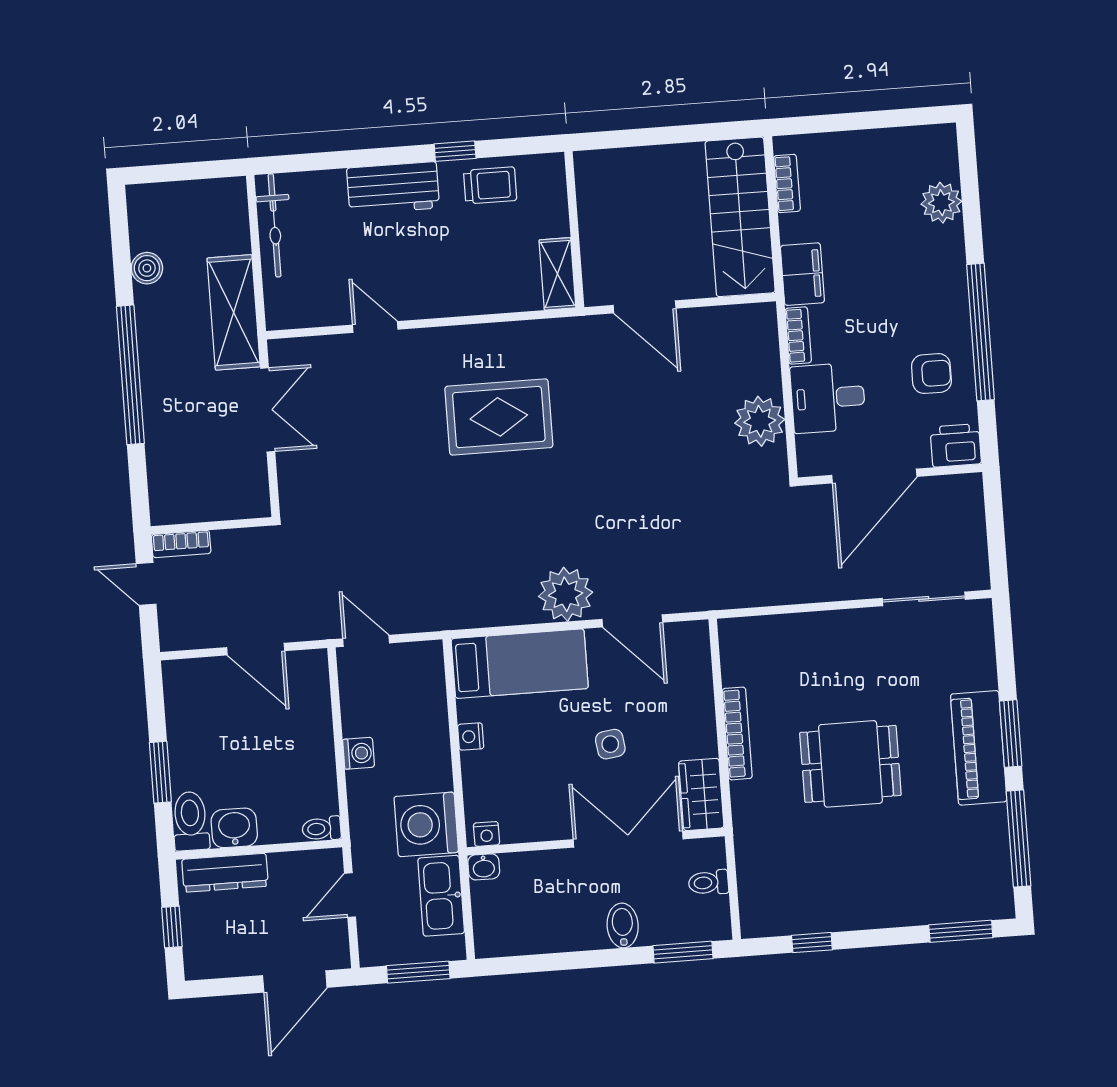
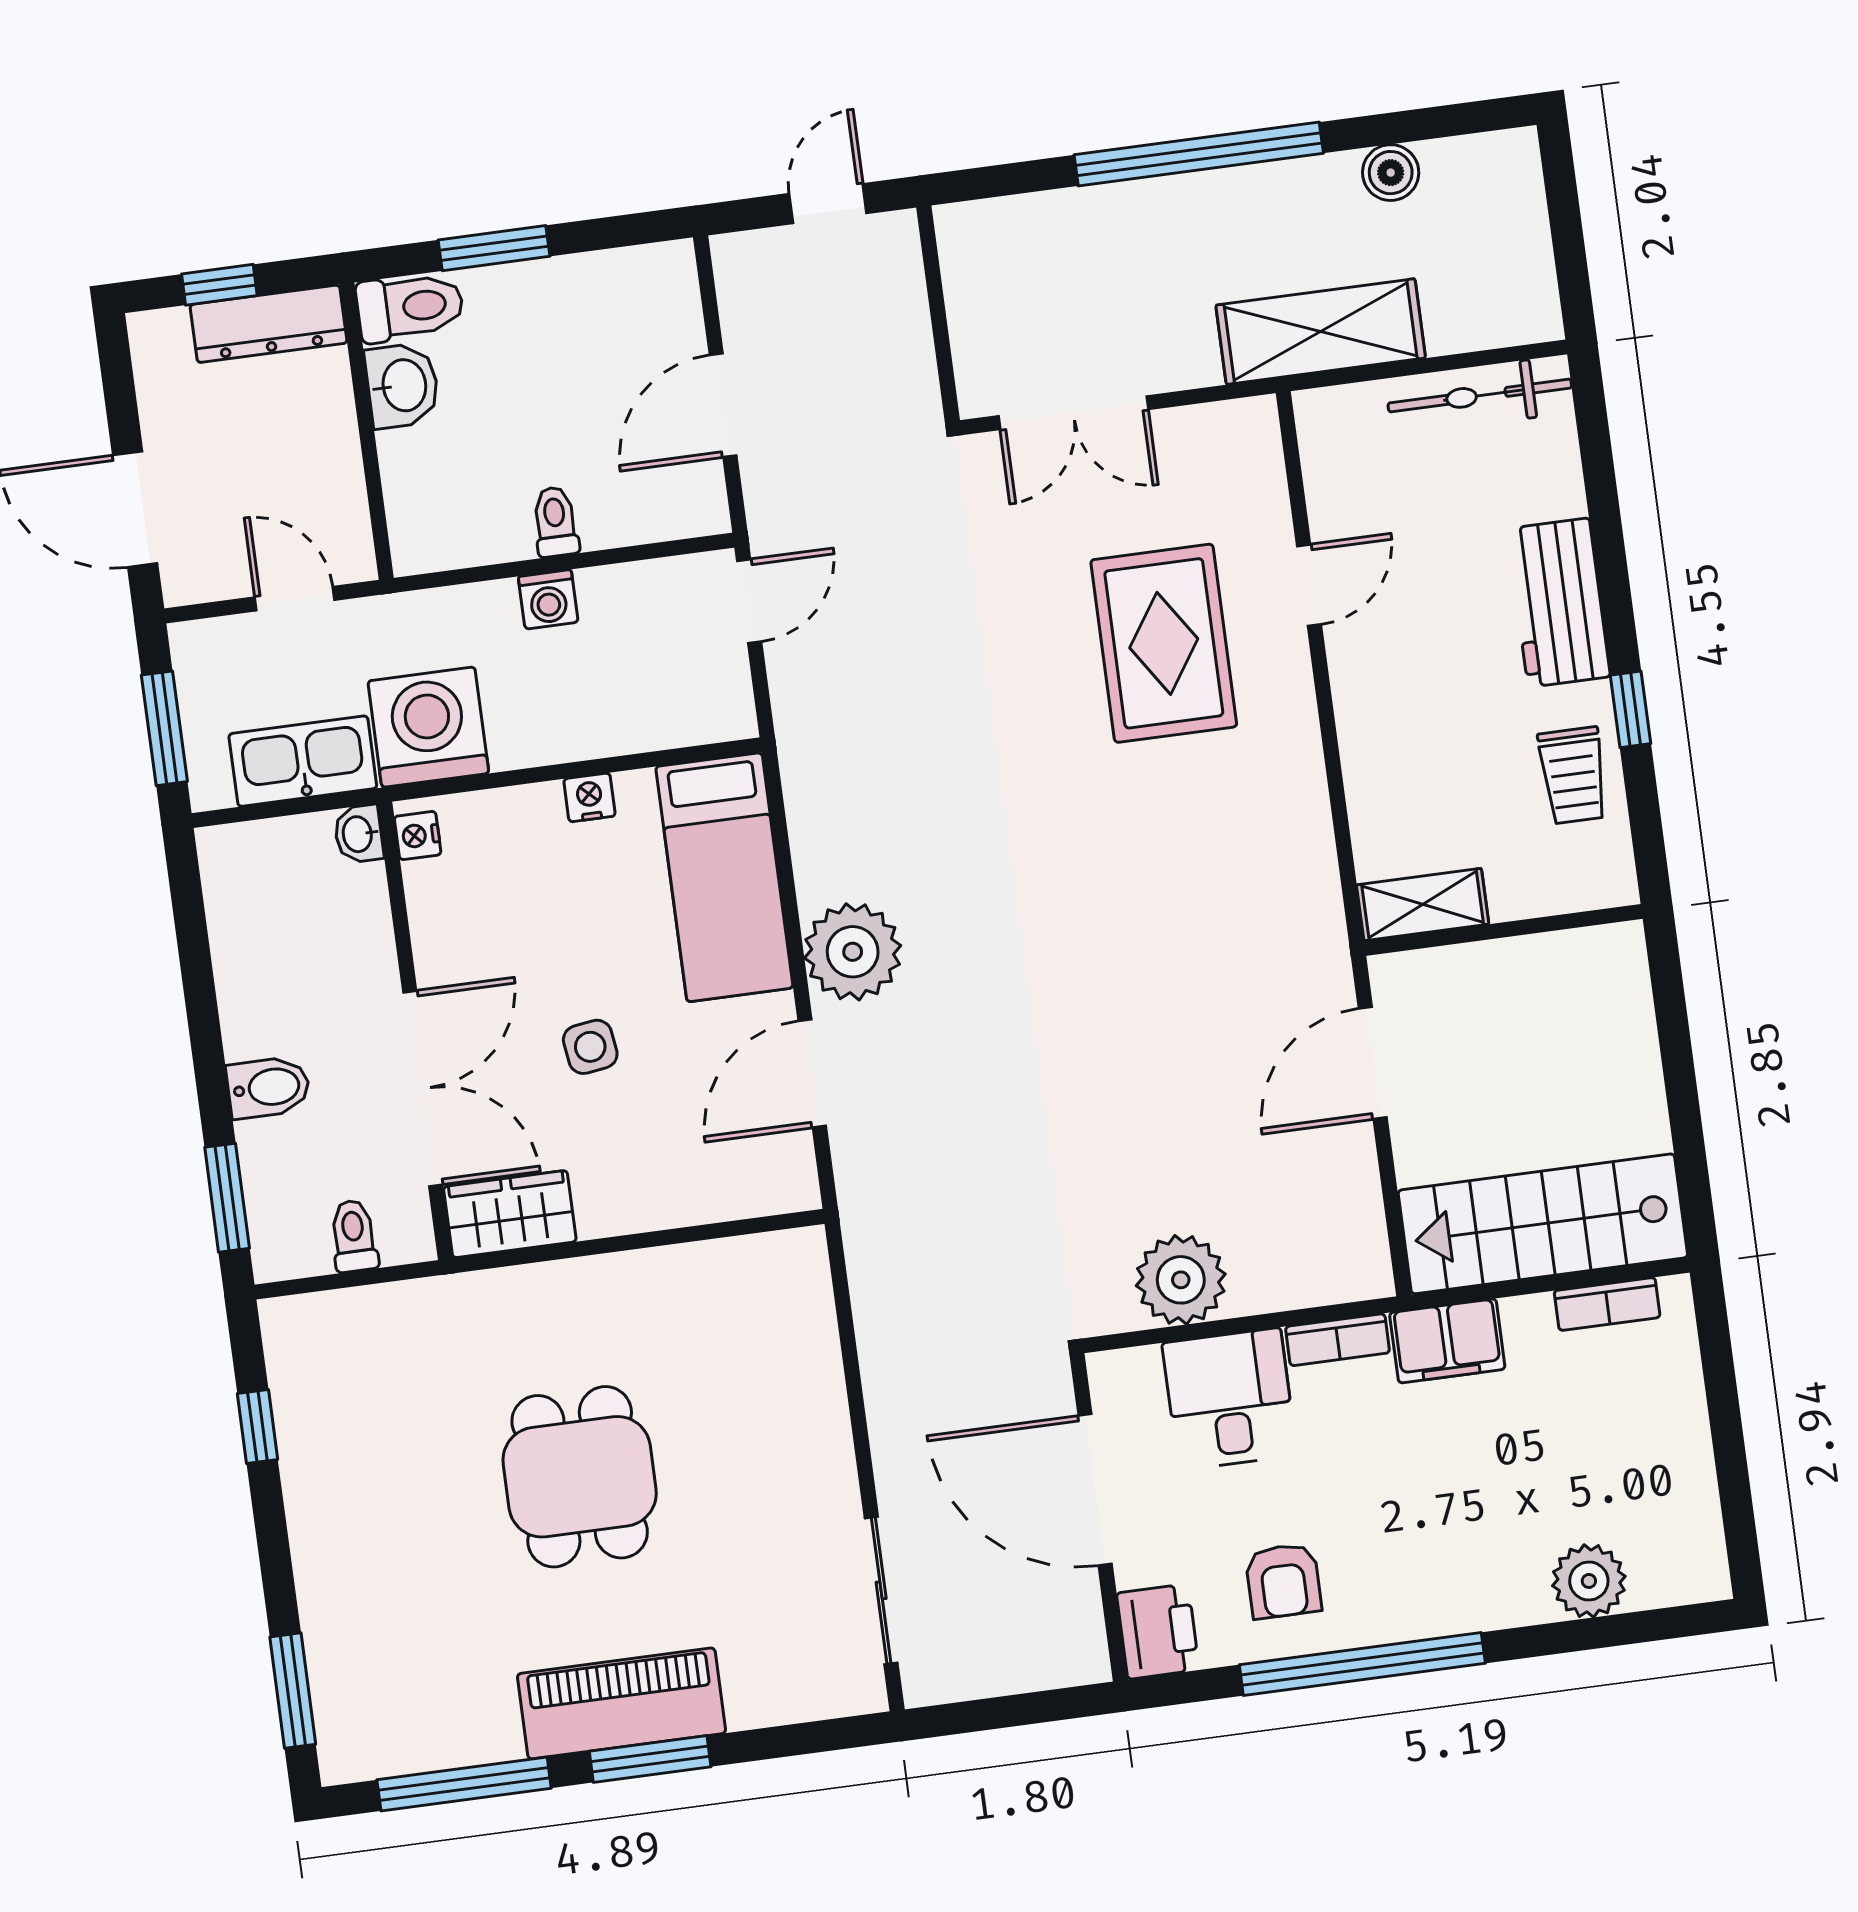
double door: (268, 410) -> (1073, 413), moved
rug: (499, 417) -> (1164, 643), moved
bookcase: (181, 544) -> (903, 262), removed
bookcase: (737, 733) -> (622, 1272), removed
toilet: (322, 829) -> (555, 522), moved
dresser: (225, 873) -> (269, 324), moved, turned -90

